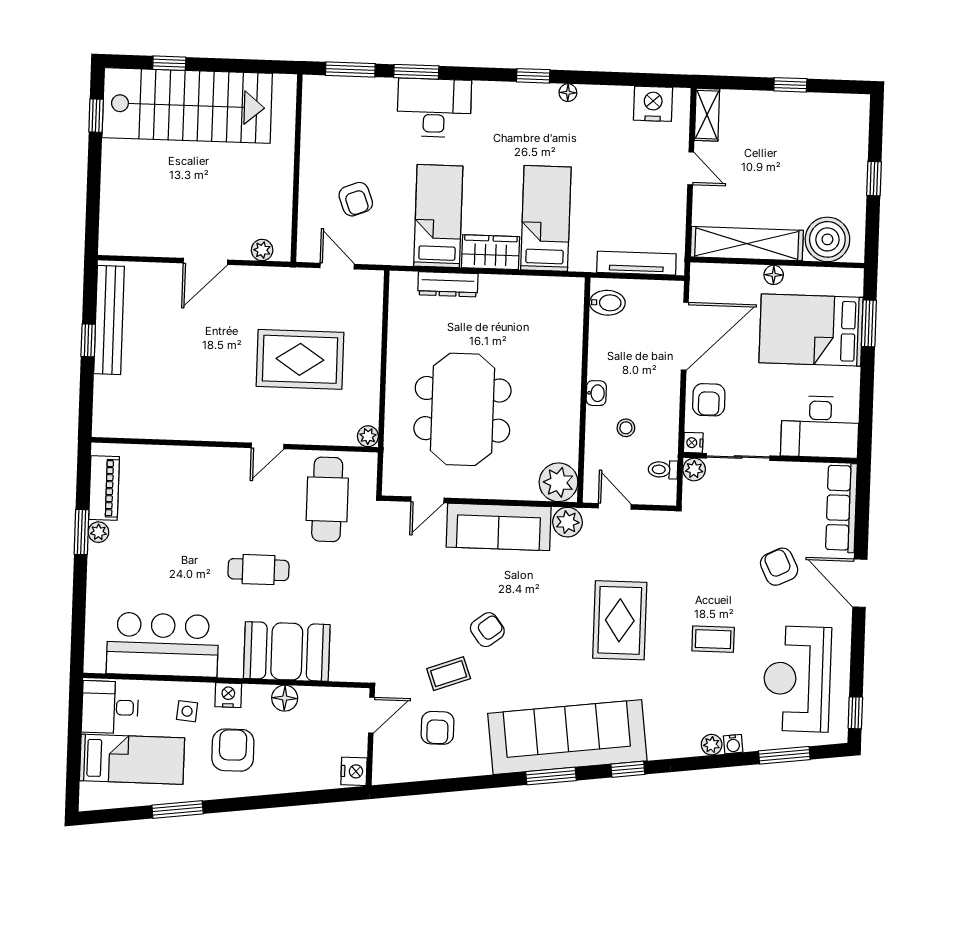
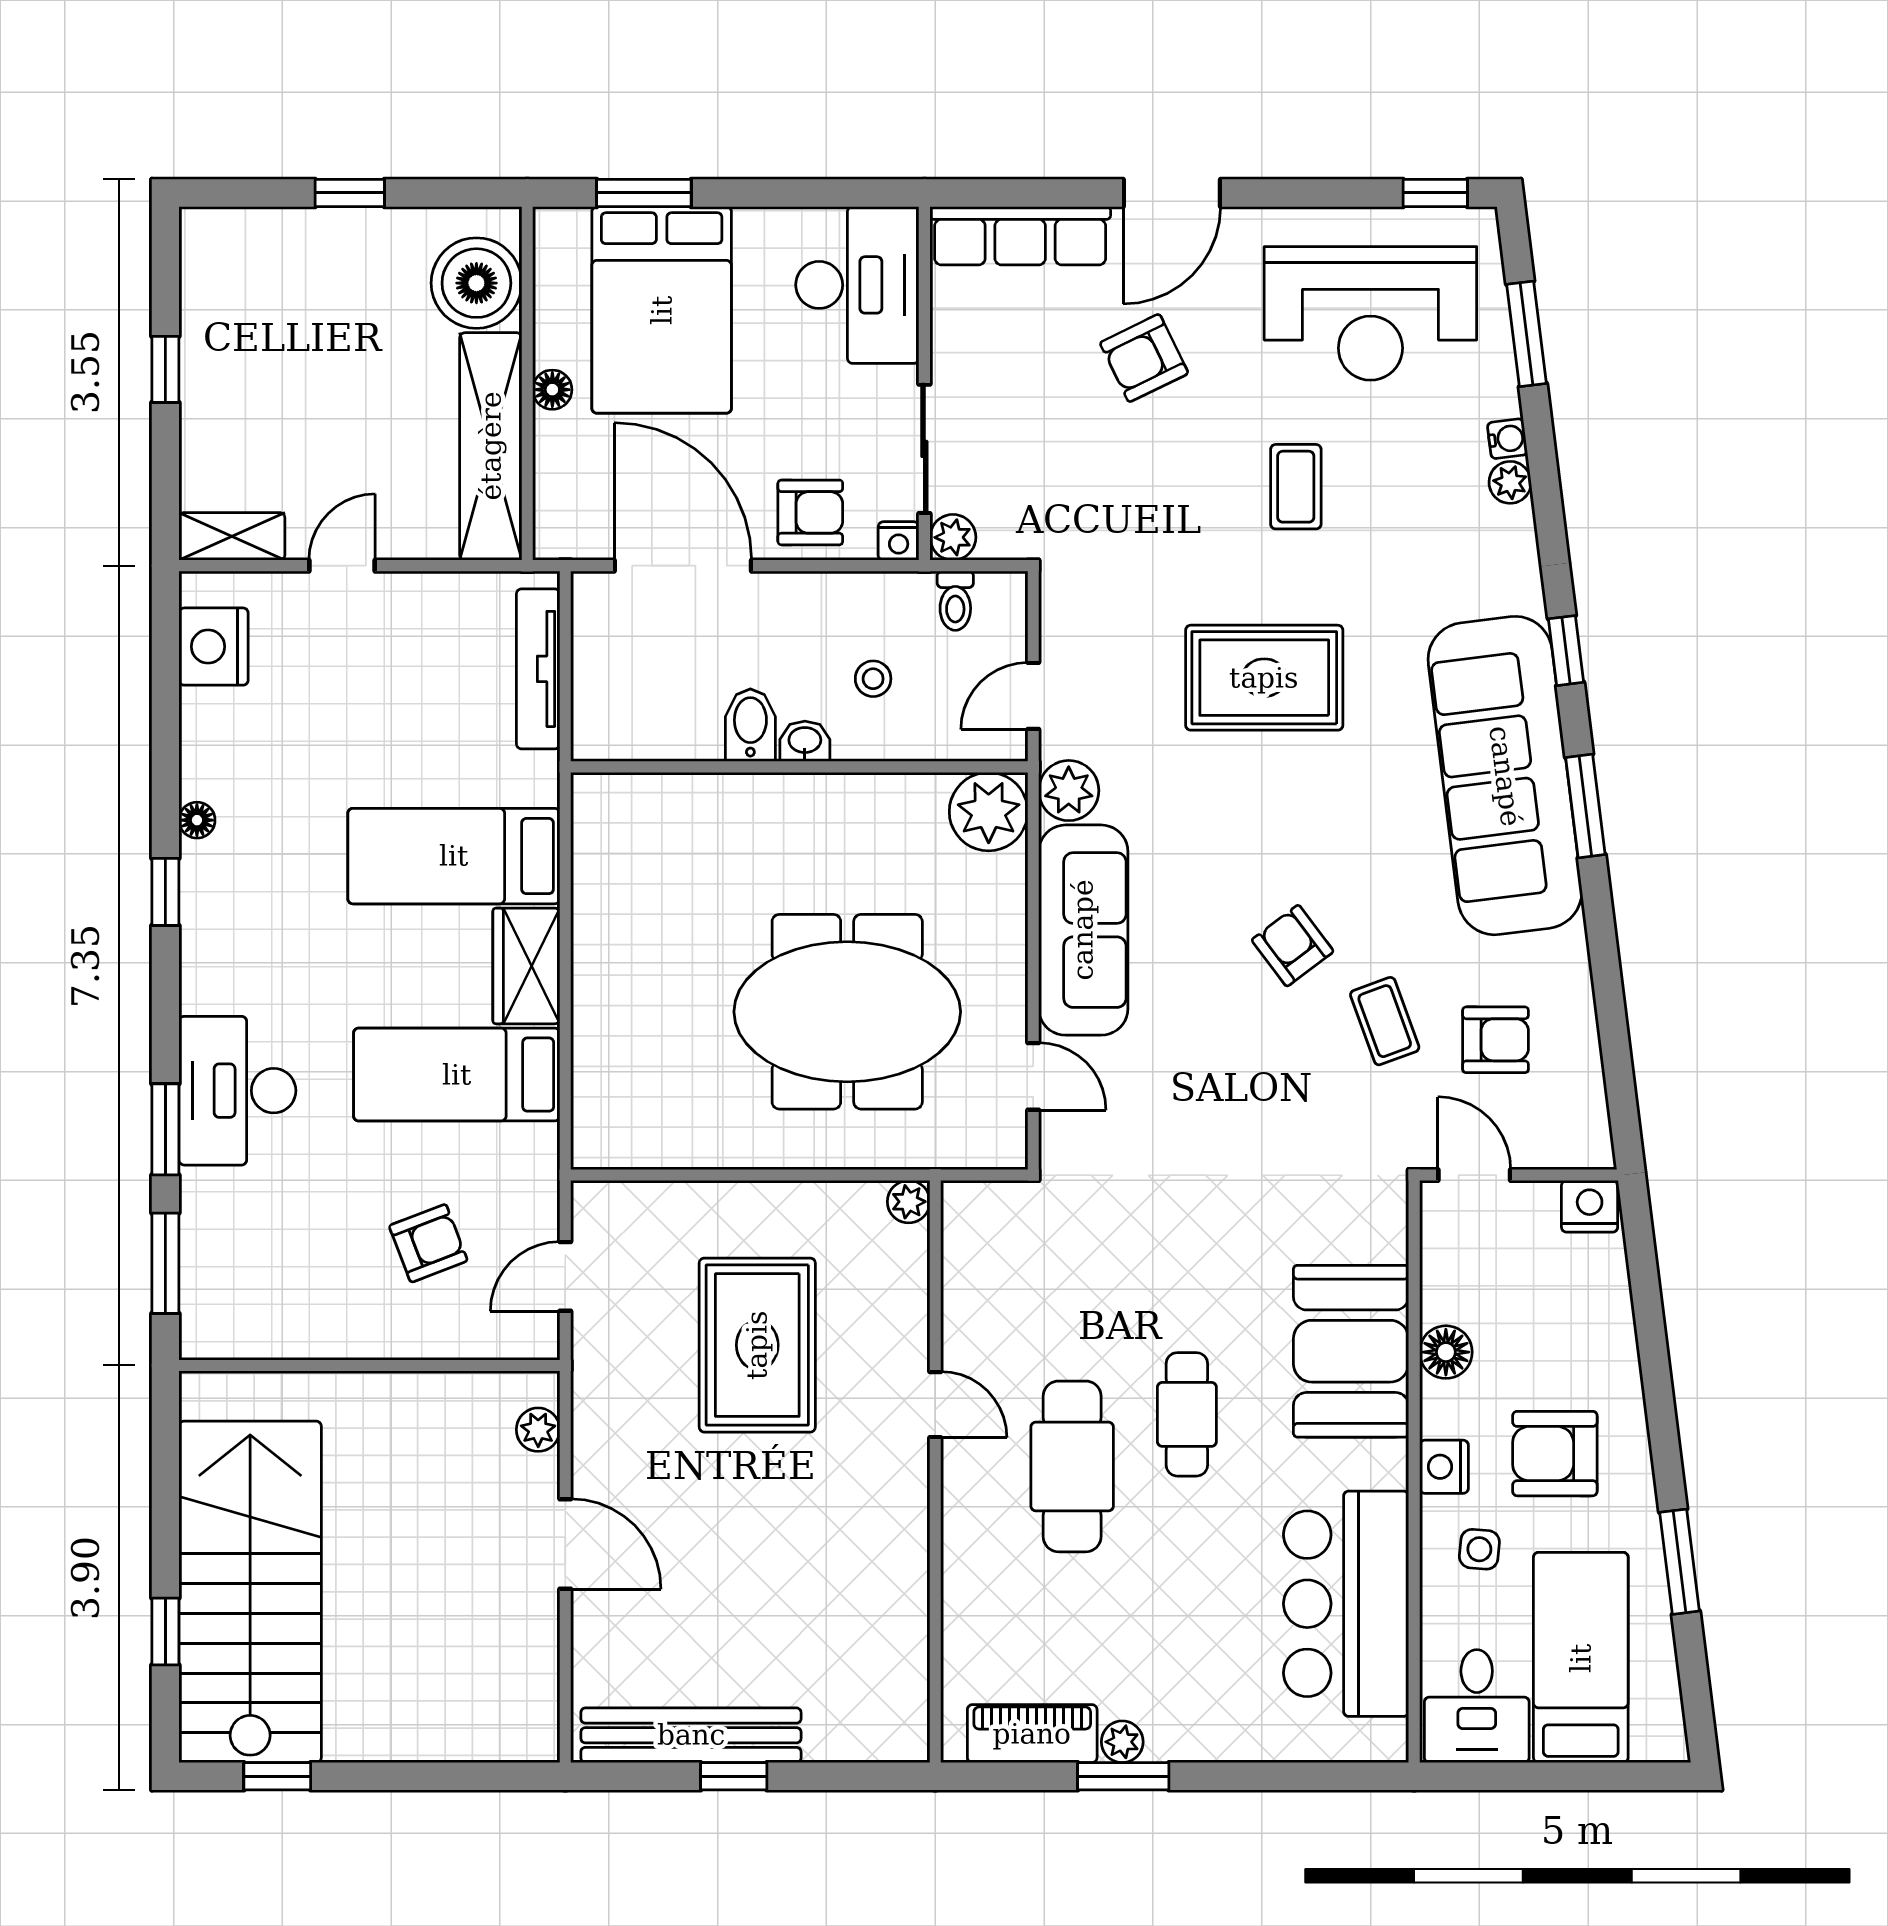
dresser: (448, 284) -> (594, 1050), removed
bidet: (607, 303) -> (750, 725), moved
cafe table: (327, 499) -> (1072, 1466), moved, turned 90

